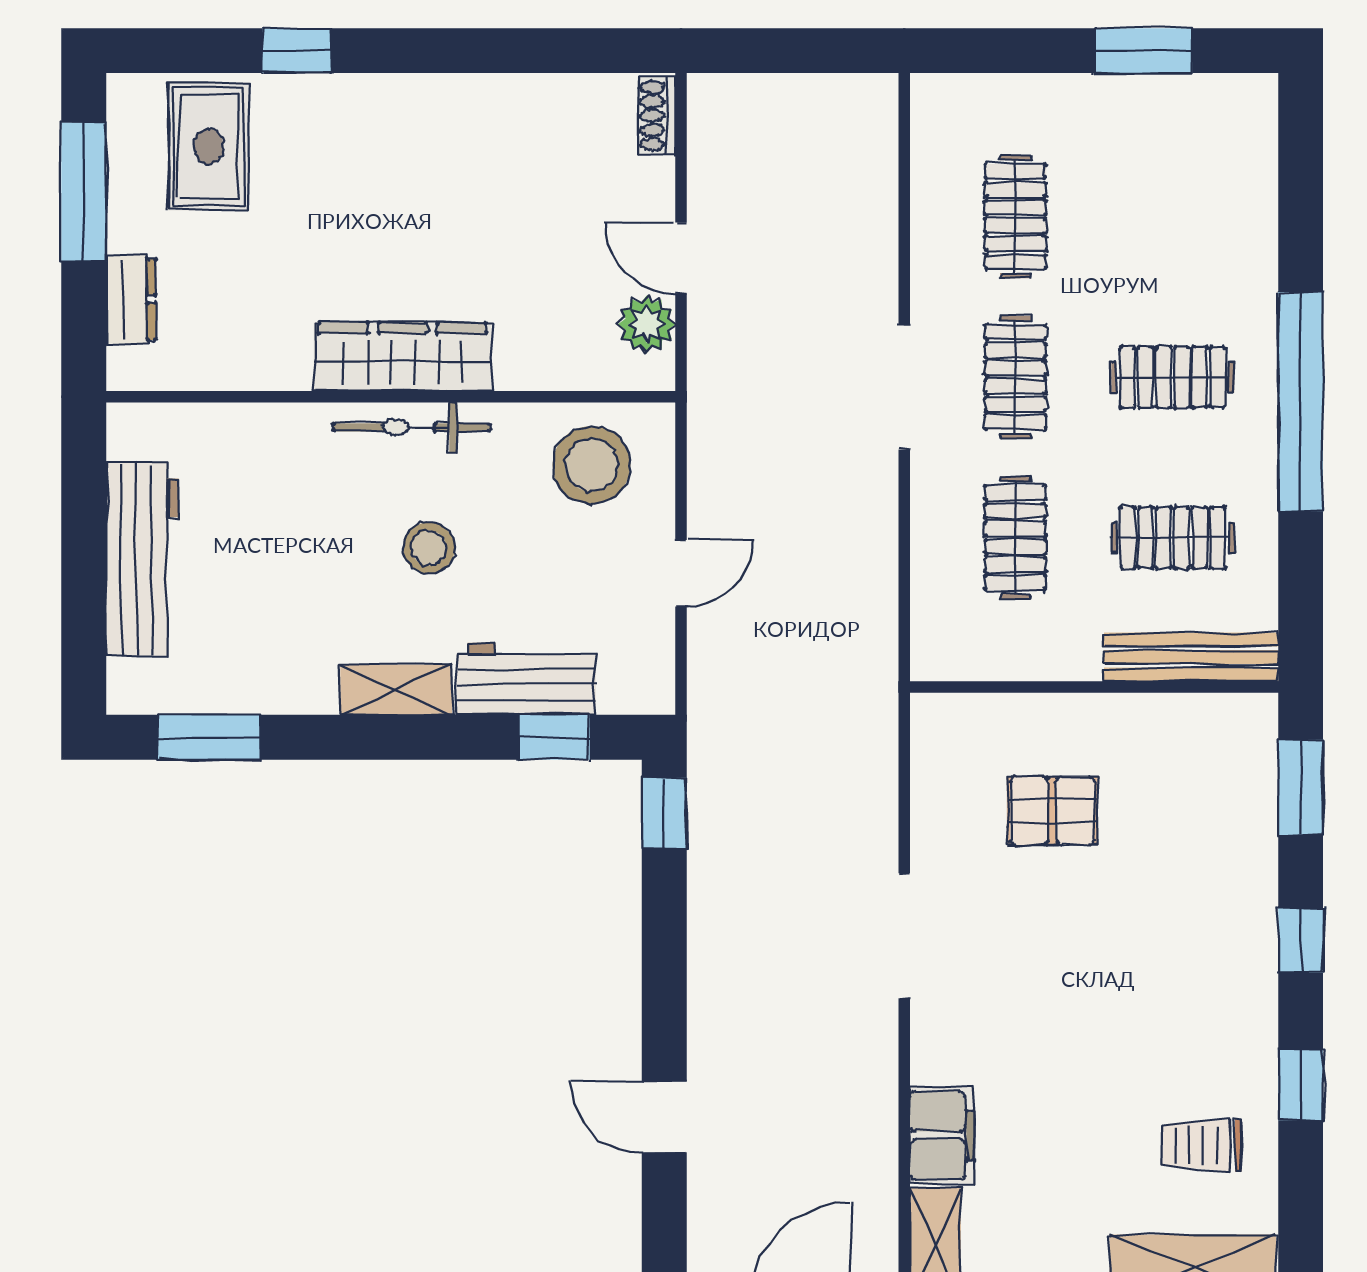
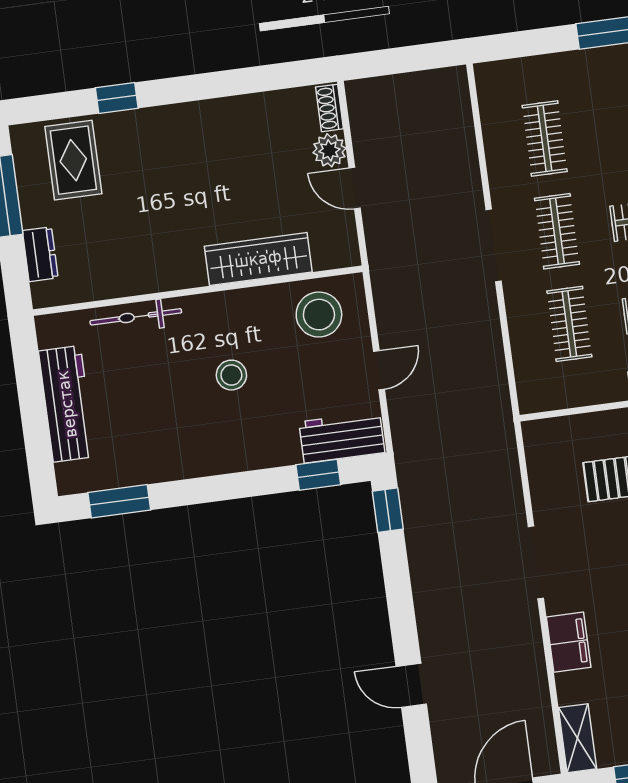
plant: (647, 324) -> (329, 150), moved
wardrobe: (403, 357) -> (258, 259), moved
bicycle: (412, 427) -> (136, 317), moved
workbench: (526, 679) -> (342, 437), moved
shelving: (396, 690) -> (223, 459), removed
filing cabinet: (942, 1135) -> (569, 642), moved

